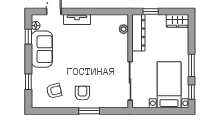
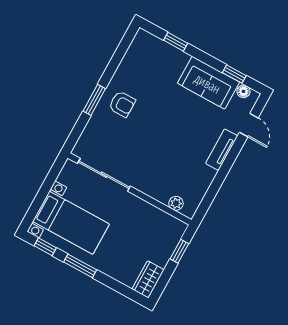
dresser: (138, 33) -> (161, 220), removed
armchair: (54, 91) -> (145, 69), removed

